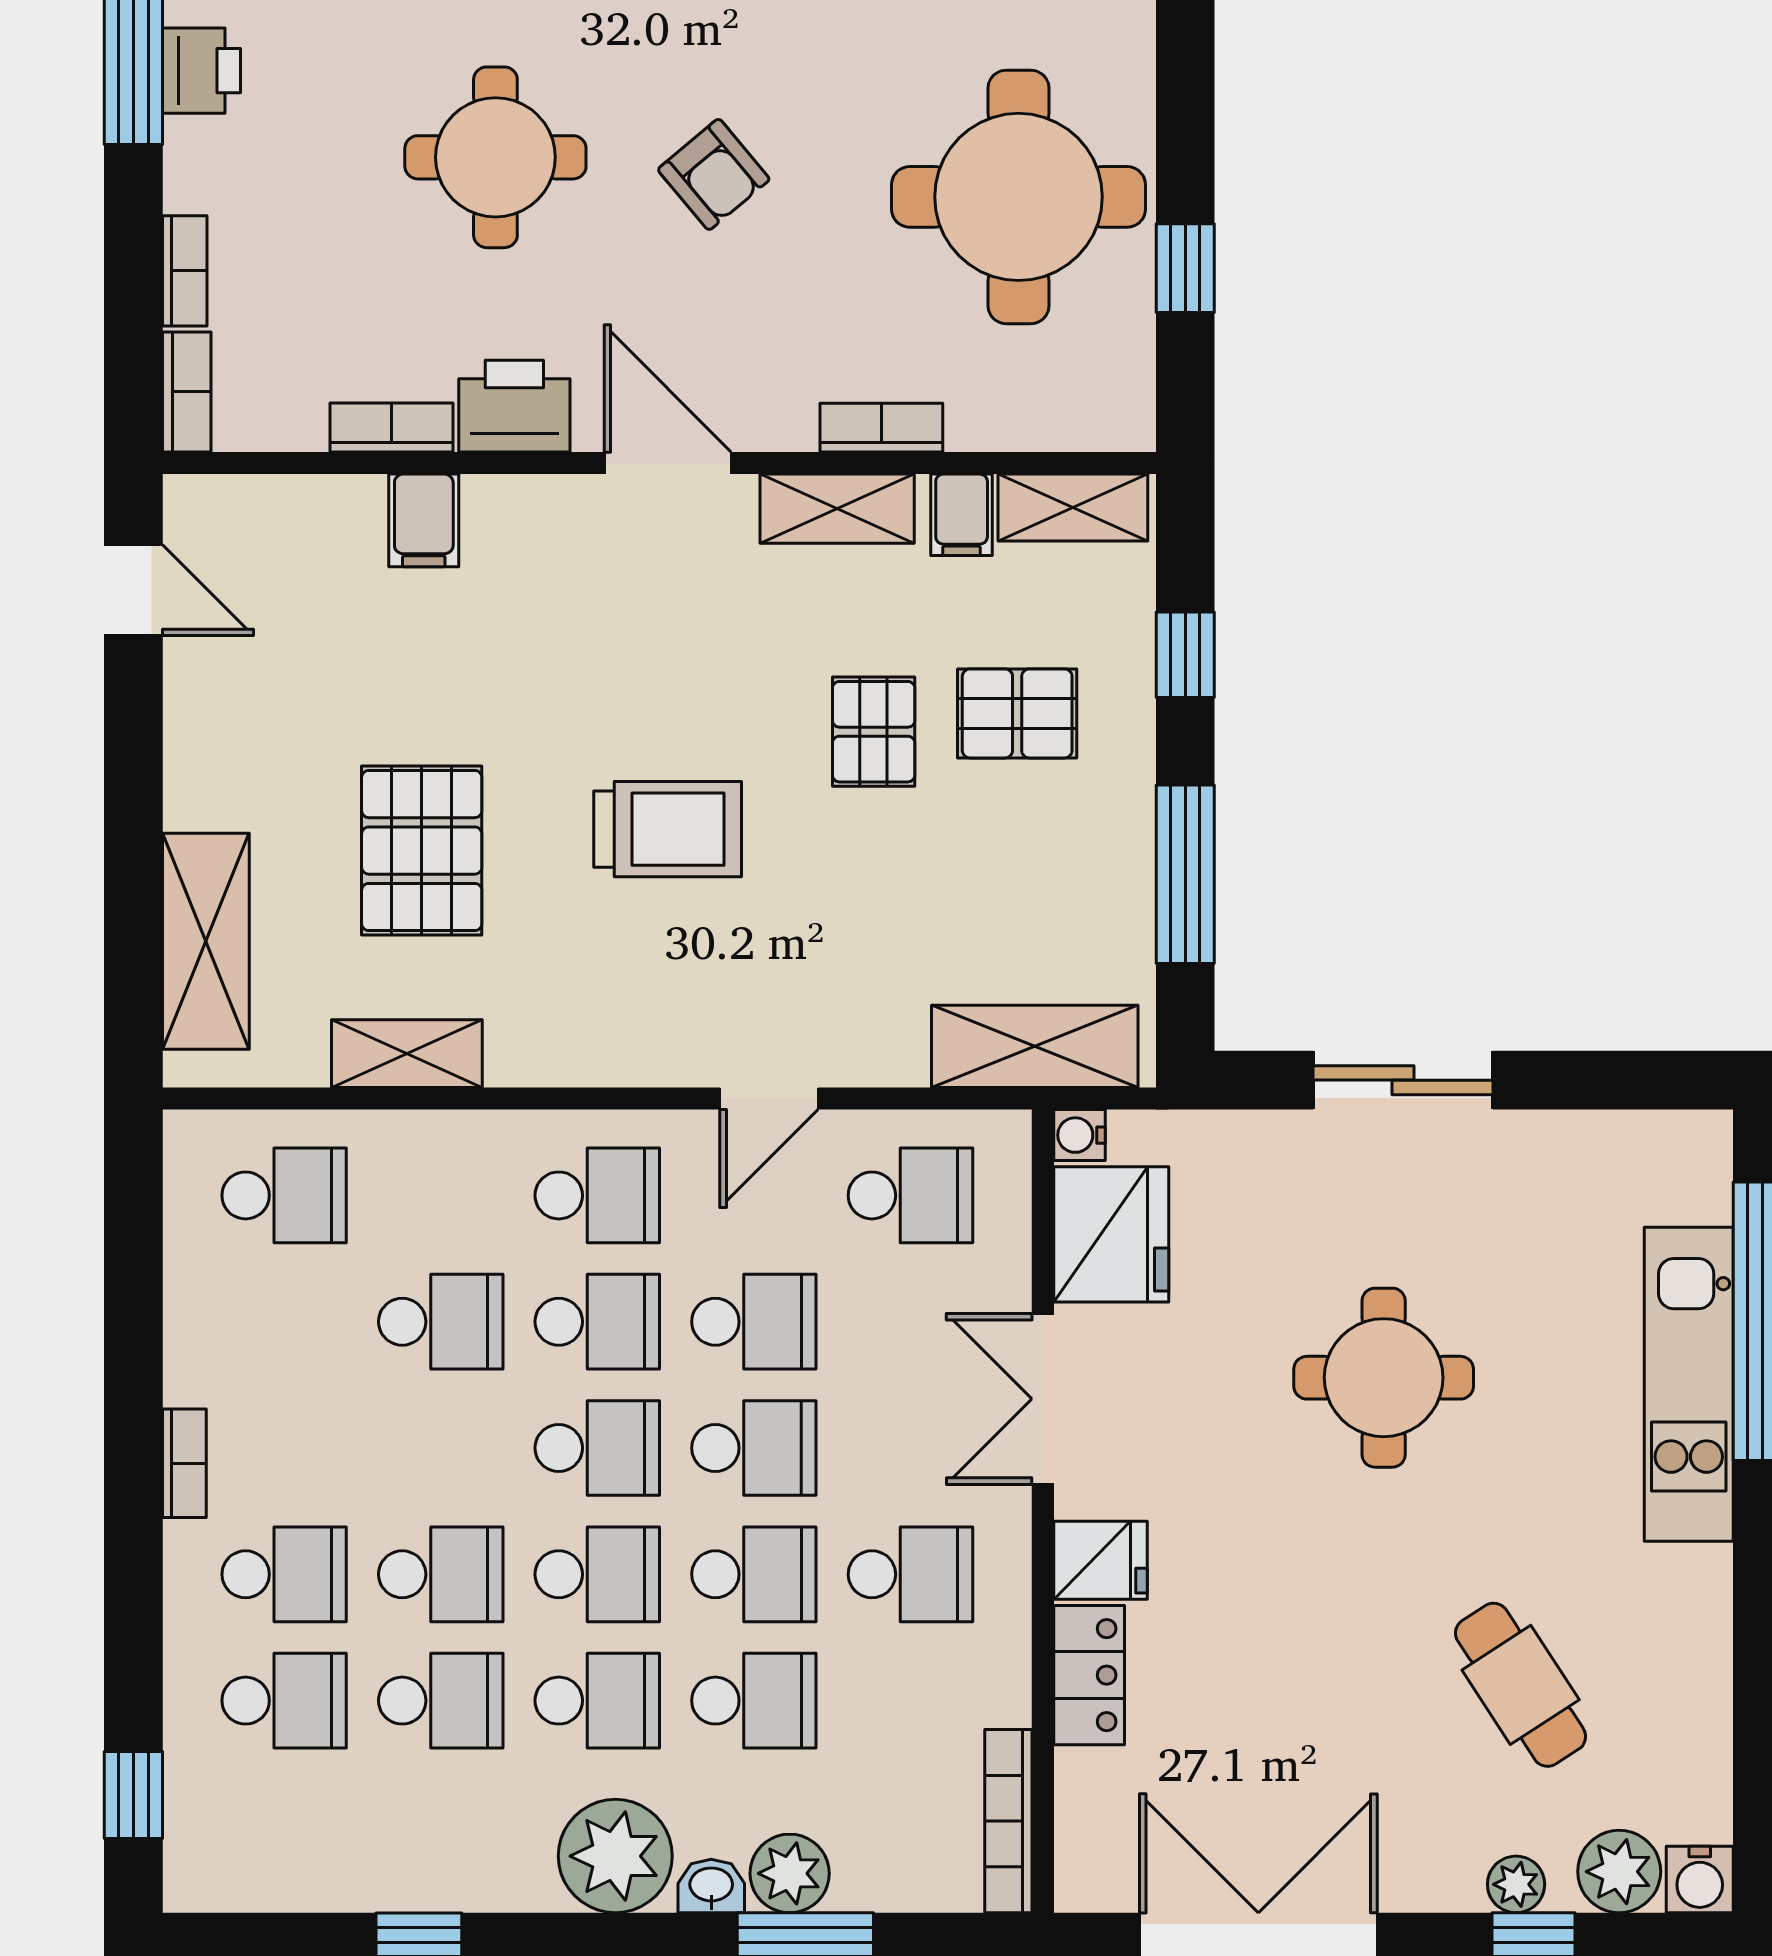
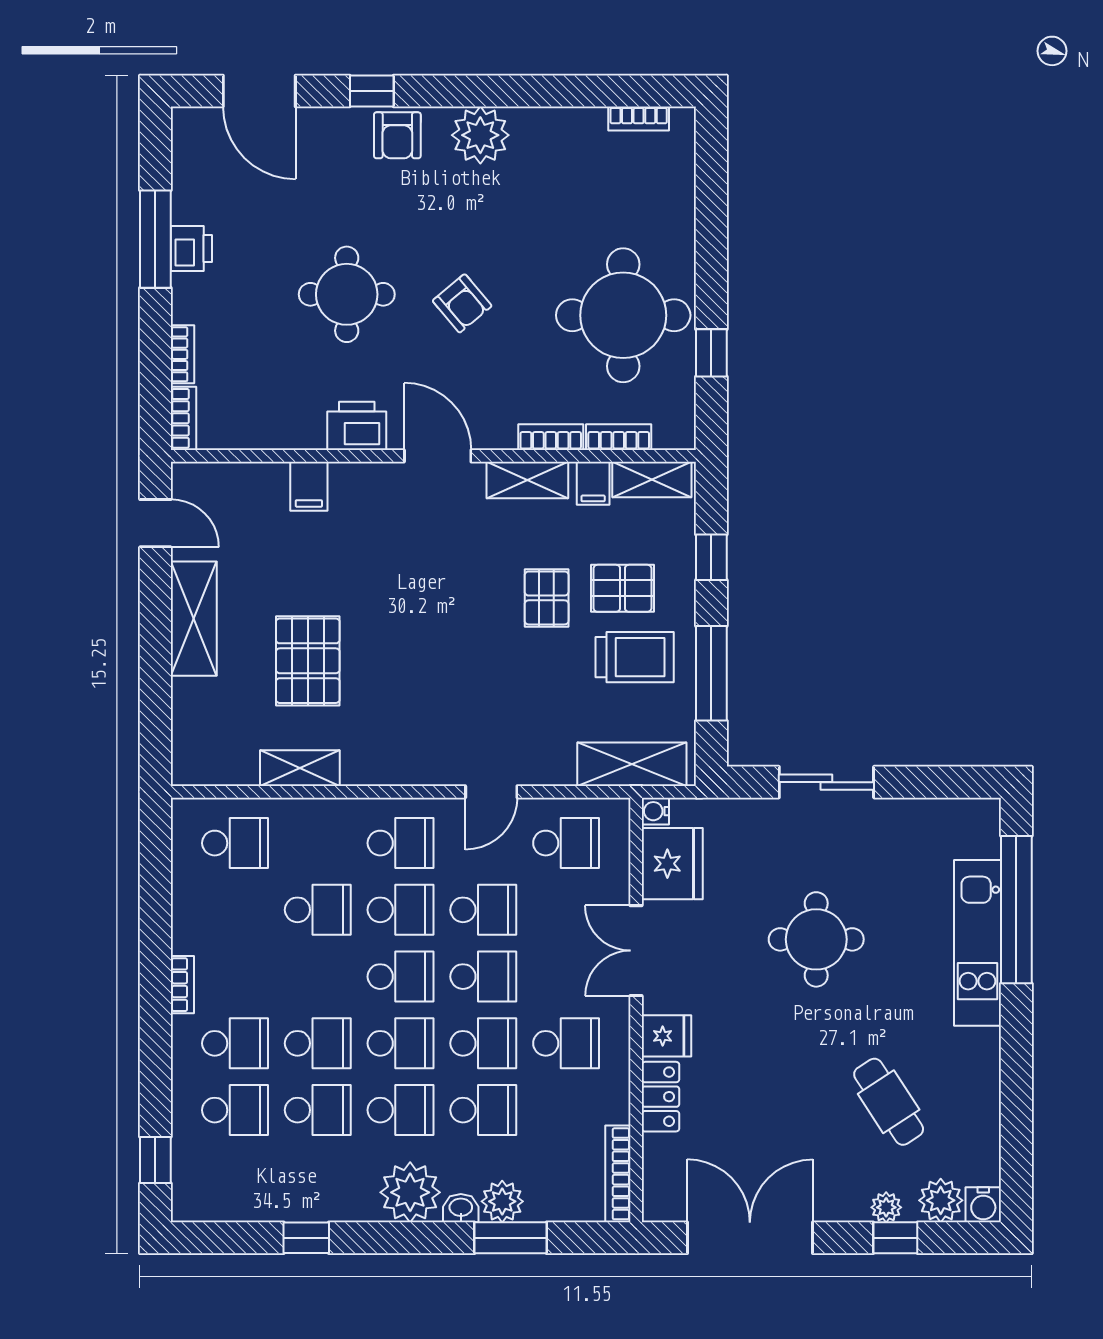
bookcase: (392, 427) -> (619, 437), moved
trolley: (668, 829) -> (635, 657), moved
shelving: (206, 941) -> (194, 619), moved

